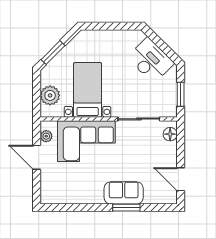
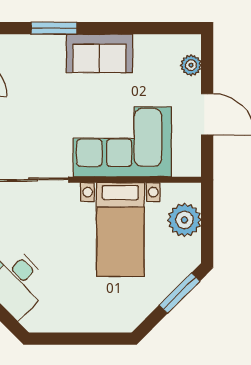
plant: (46, 136) -> (191, 65), moved
sofa: (124, 193) -> (99, 53), moved

